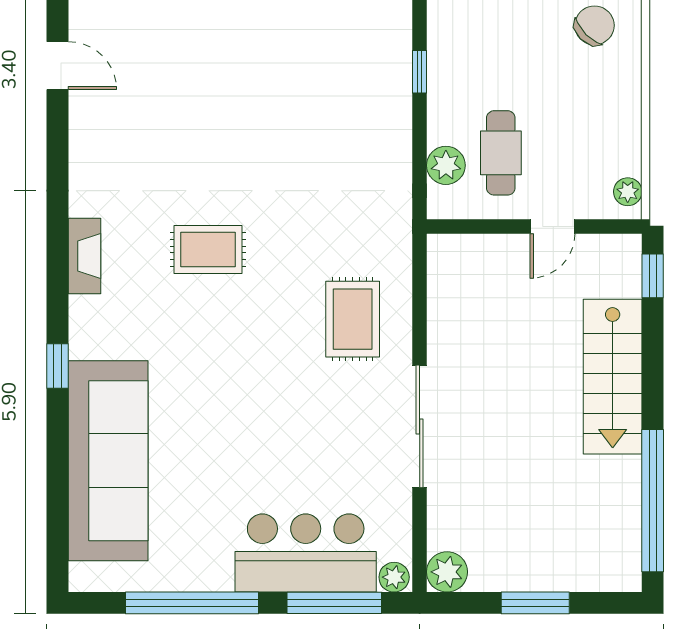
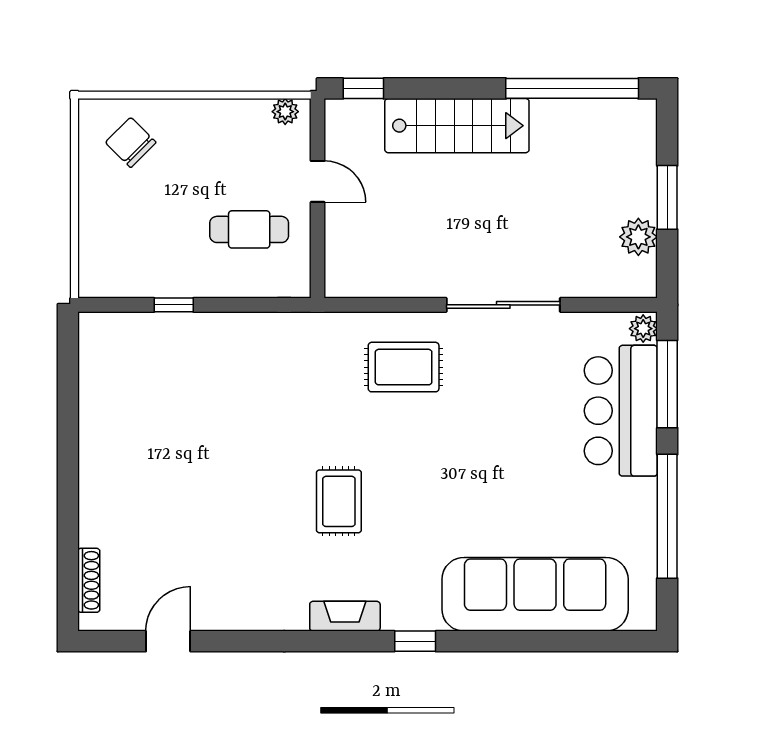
plant: (446, 165) -> (261, 280), removed
window: (57, 366) -> (415, 641), moved
plant: (447, 572) -> (638, 237), moved

